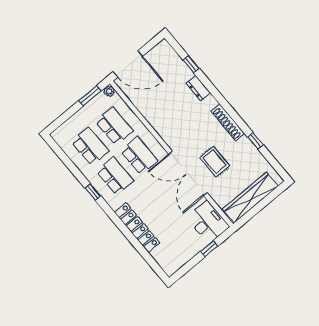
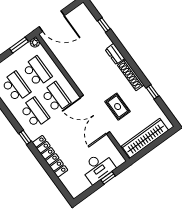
dresser: (198, 88) -> (115, 54), moved
window: (93, 192) -> (25, 137), moved
desk: (208, 222) -> (98, 167), moved, turned 90

